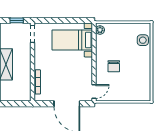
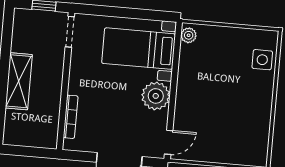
plant: (84, 66) -> (156, 96), added
chair: (114, 66) -> (207, 101), removed

